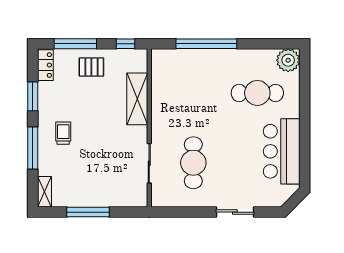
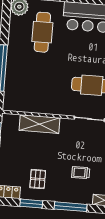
pallet: (91, 67) -> (38, 179), moved
trolley: (63, 133) -> (81, 173), moved

